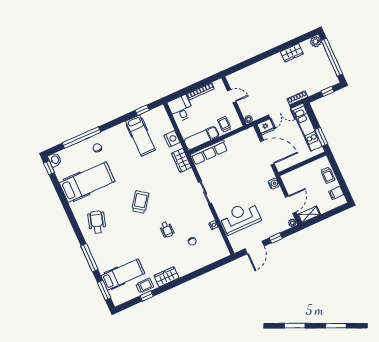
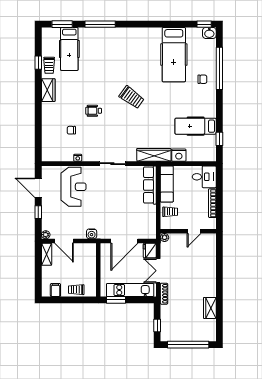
plant: (316, 42) -> (210, 336), removed
wardrobe: (181, 160) -> (154, 155), width x1.50
wheelchair: (97, 222) -> (131, 47), removed

